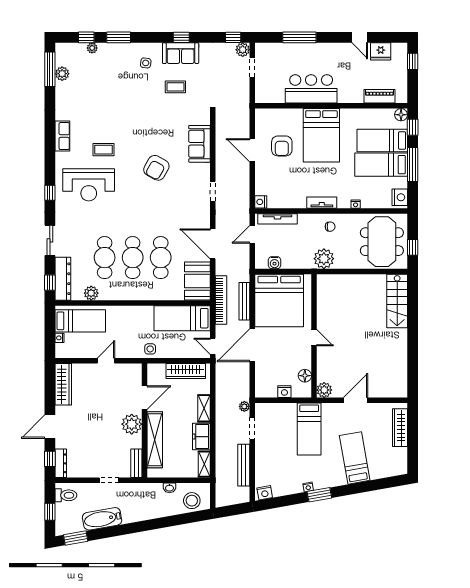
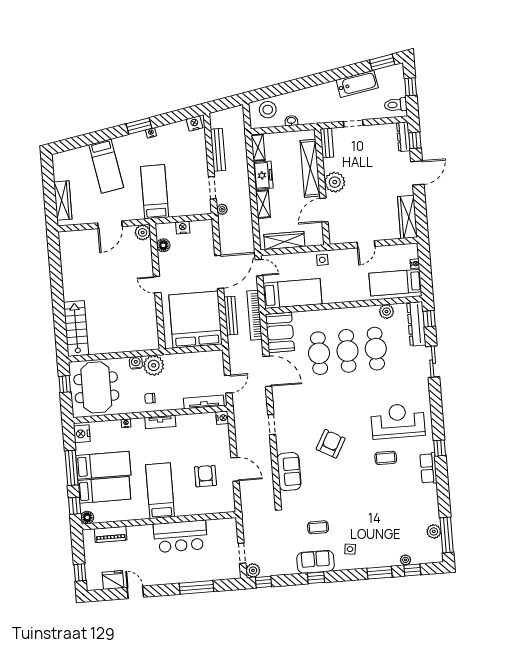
bed: (321, 135) -> (160, 491), width x0.67
window: (50, 193) -> (440, 448), moved
water cooler: (274, 263) -> (136, 363), moved

